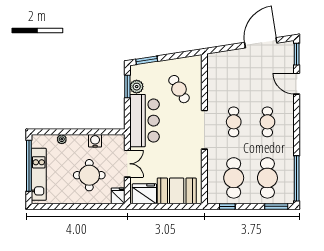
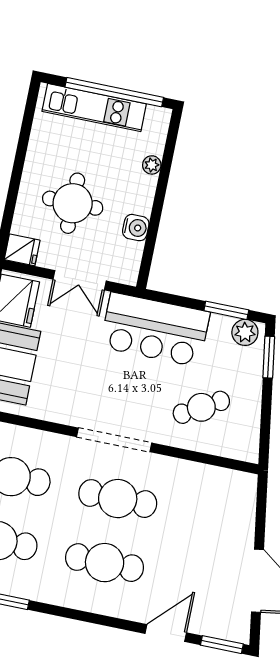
plant: (137, 87) -> (245, 332), moved
cafe table: (234, 122) -> (118, 499), width x1.37, depth x1.35
cafe table: (267, 122) -> (105, 563), width x1.37, depth x1.35

